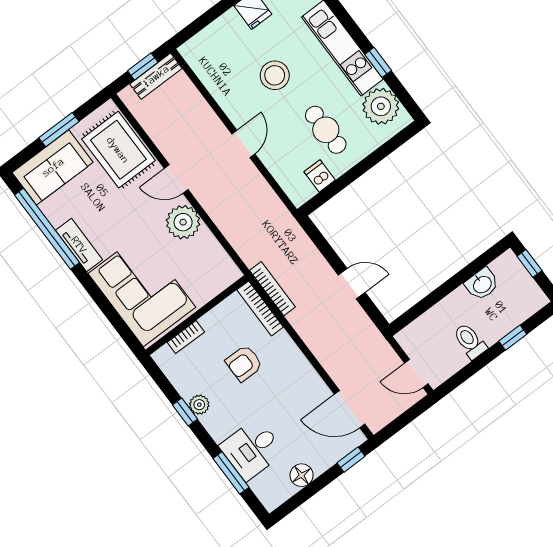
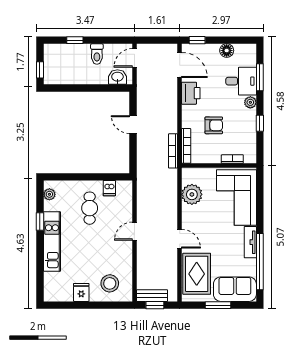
stool: (275, 75) -> (110, 283), moved
plant: (381, 106) -> (49, 194), width x0.53, depth x0.53
plant: (183, 222) -> (192, 194), moved
washbasin: (482, 284) -> (117, 77), moved
door: (416, 373) -> (134, 58), swing flipped
printer: (306, 383) -> (191, 93), added
plant: (199, 405) -> (250, 102), moved

